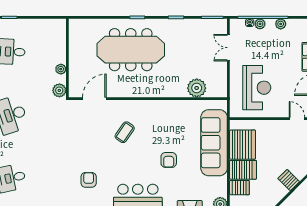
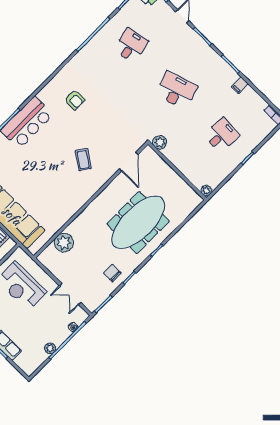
plant: (260, 24) -> (65, 334), removed
chair: (184, 33) -> (112, 273), added
double door: (228, 48) -> (70, 294), swing flipped
plant: (61, 69) -> (206, 191), moved
armchair: (169, 160) -> (32, 171), removed

